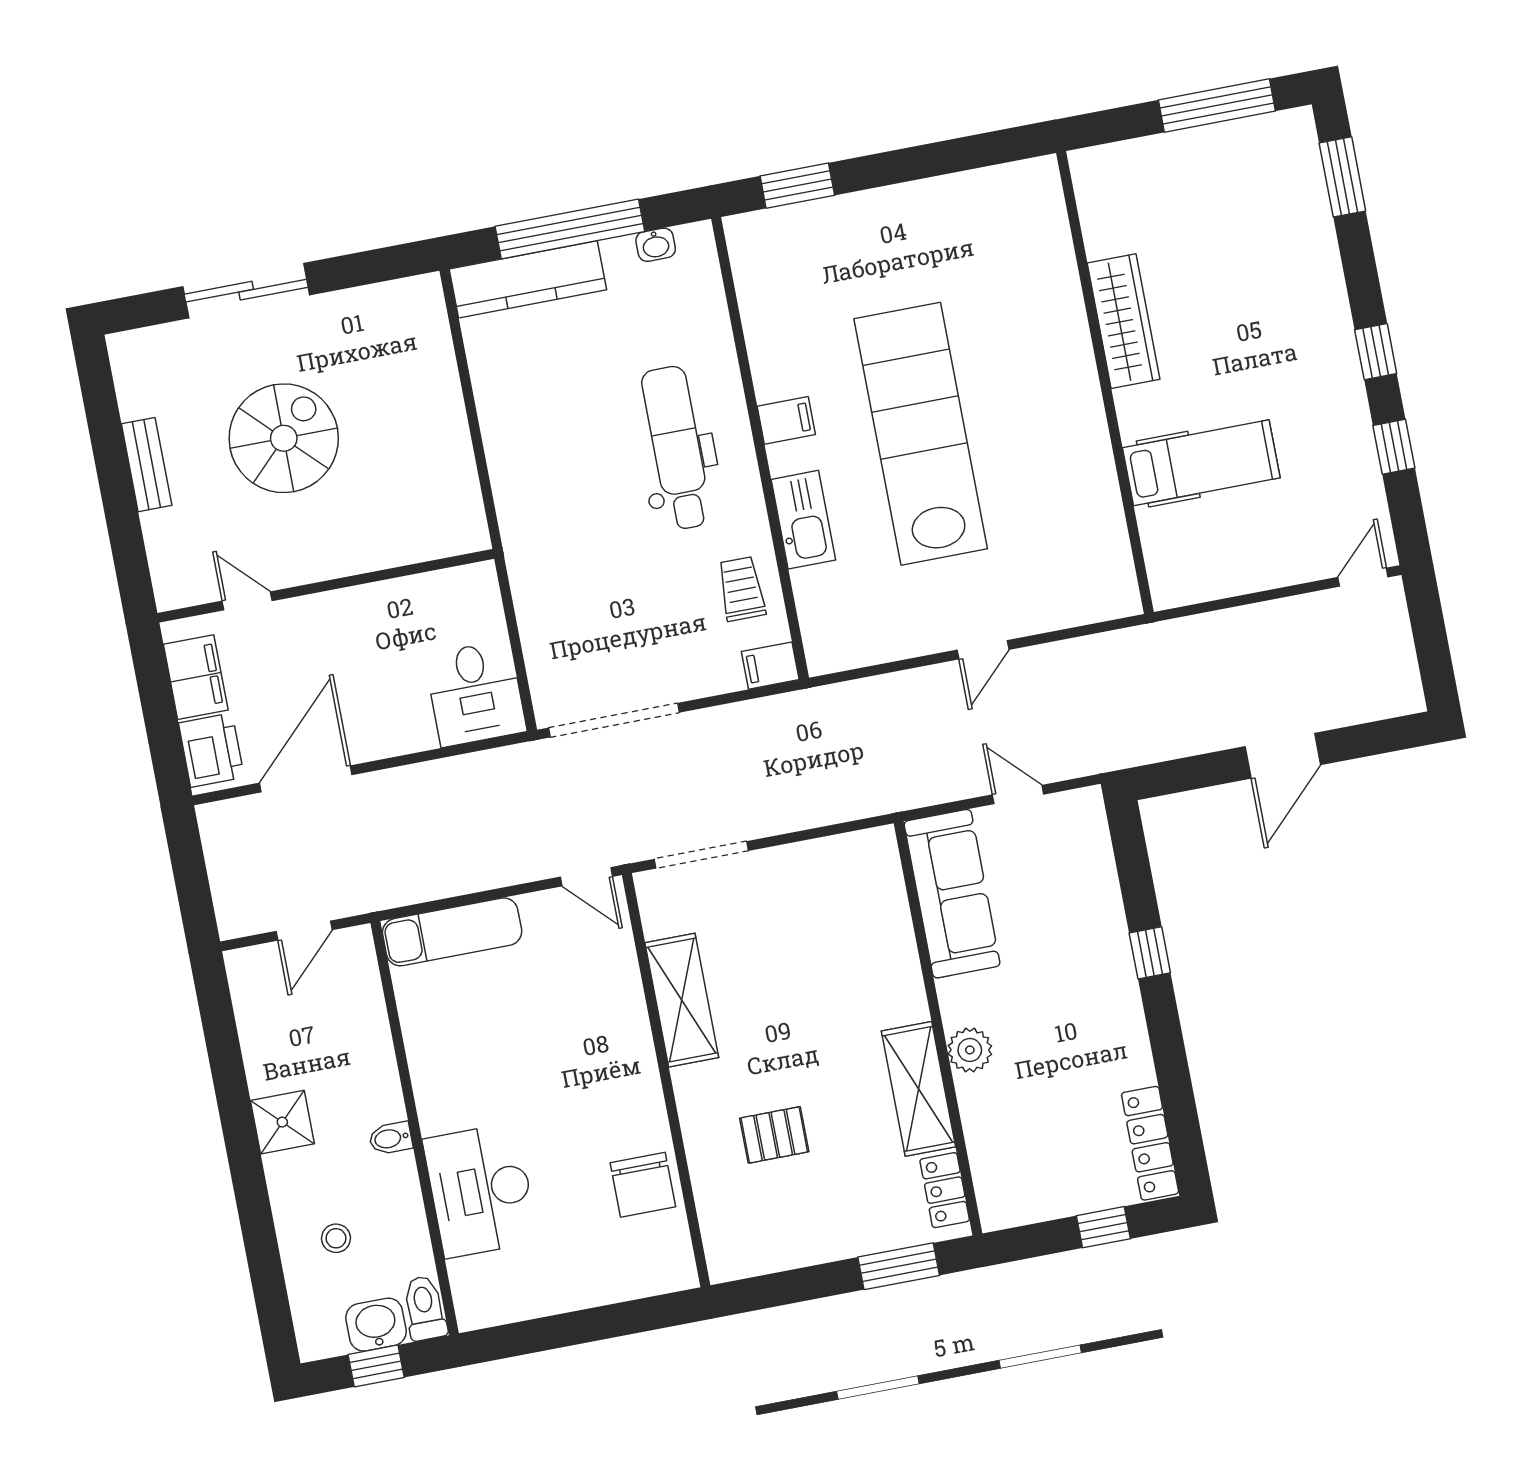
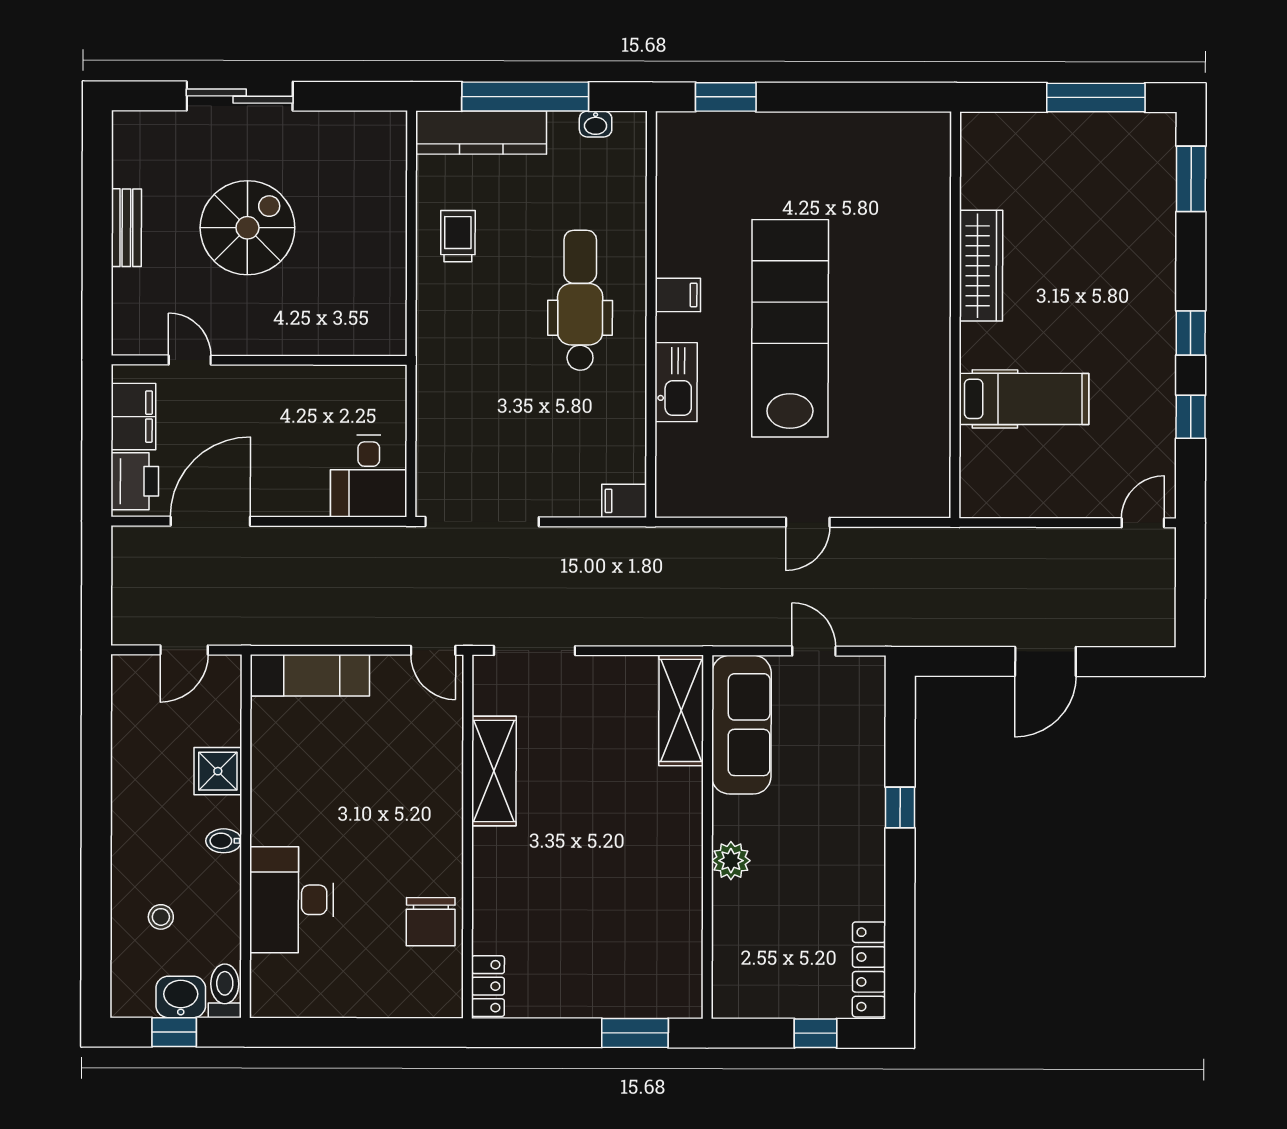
trolley: (741, 589) -> (458, 236), moved
shelving: (918, 1089) -> (681, 710), moved
shower: (282, 1122) -> (218, 771), moved
pallet: (774, 1135) -> (551, 901), removed
locker: (945, 1190) -> (488, 986), moved, turned 180

